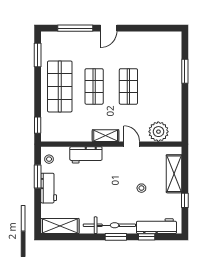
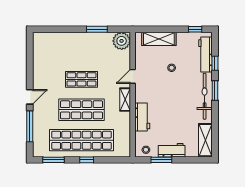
door: (109, 28) -> (30, 97), hinge flipped
window: (185, 71) -> (97, 29), moved
shop shelf: (60, 86) -> (81, 140), width x1.40
shop shelf: (94, 86) -> (81, 110), width x1.43, depth x1.36
window: (38, 125) -> (87, 160), moved
plant: (158, 132) -> (122, 41), moved
window: (185, 200) -> (195, 29), moved

